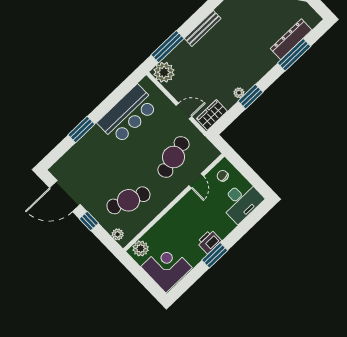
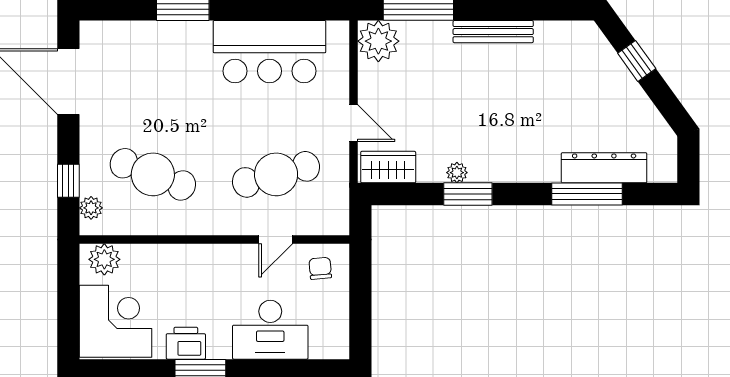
desk: (241, 201) -> (270, 330), moved
window: (89, 221) -> (68, 181), moved
printer: (209, 242) -> (186, 343), moved

